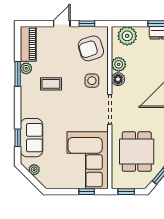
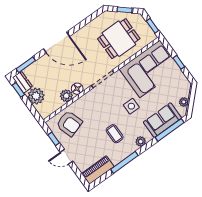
plant: (127, 36) -> (36, 96), moved
plant: (26, 68) -> (141, 142), moved
window: (18, 74) -> (124, 162), width x1.44
side table: (92, 81) -> (131, 106), moved
window: (18, 138) -> (170, 130), width x2.17
window: (87, 192) -> (179, 62), moved

